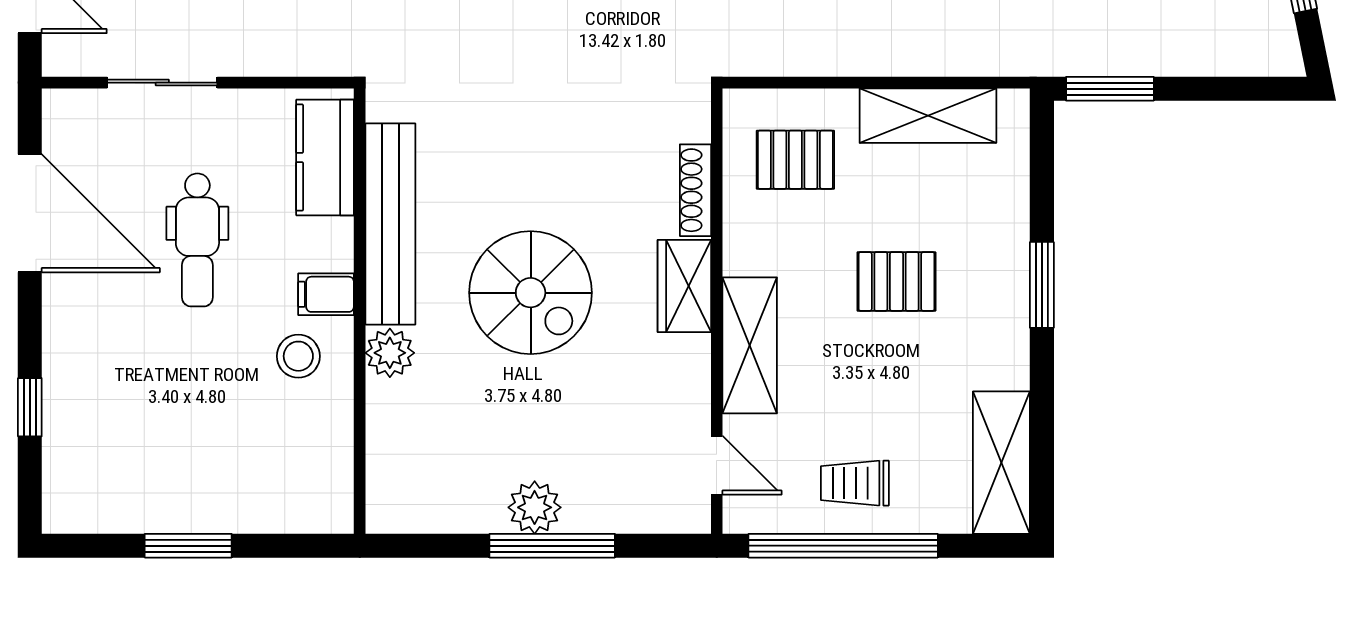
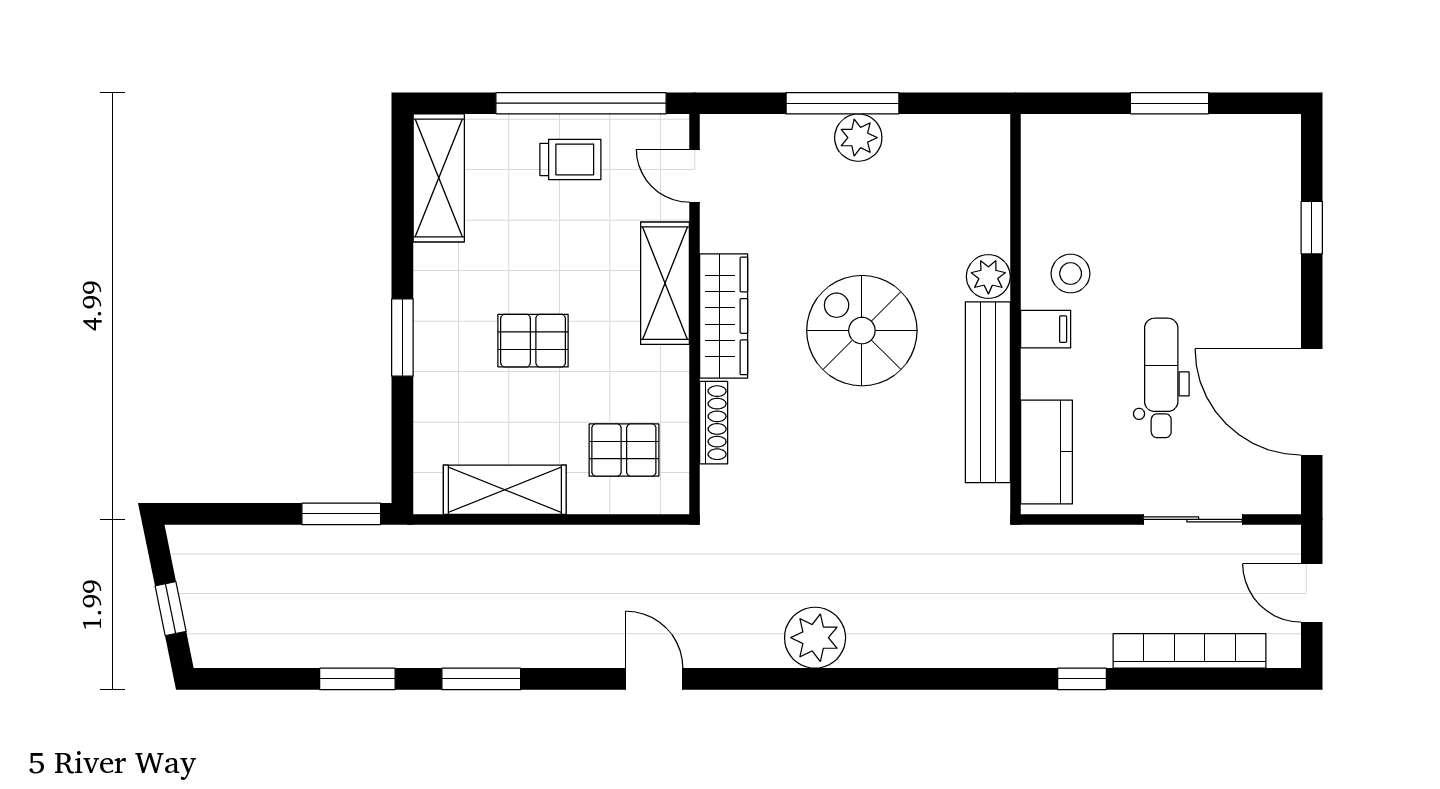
wardrobe: (684, 286) -> (724, 316), width x1.50

